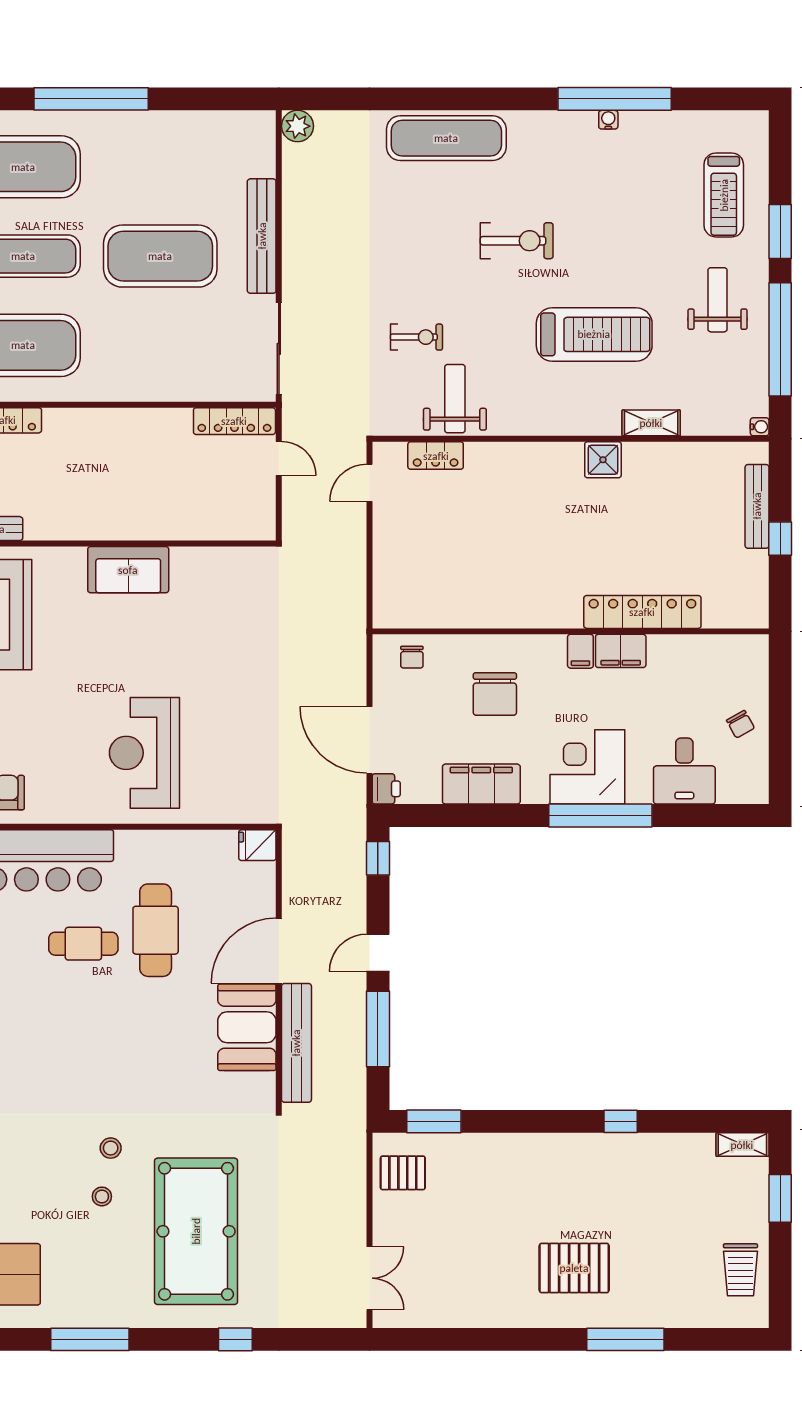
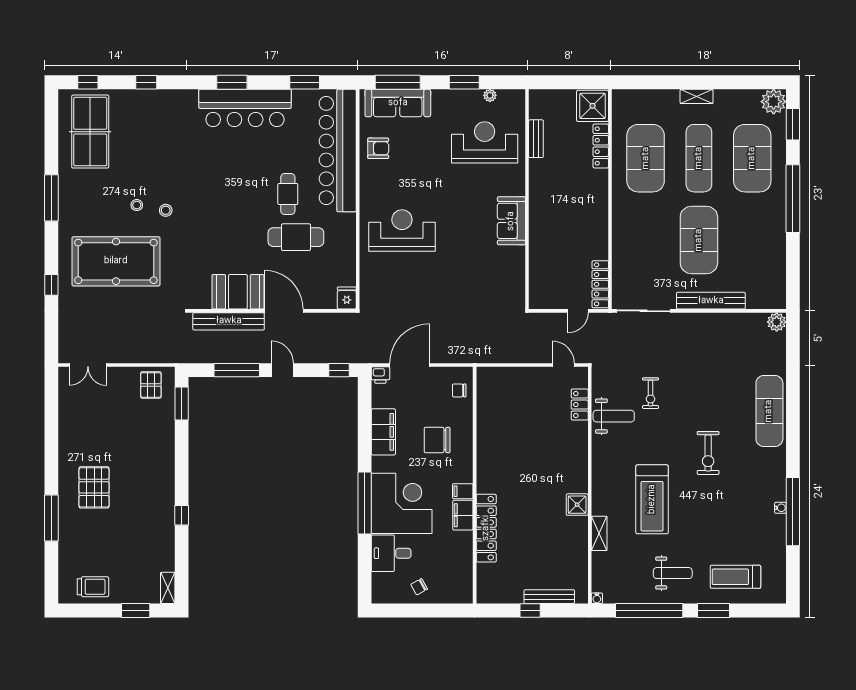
corner desk: (587, 767) -> (402, 503), width x1.36, depth x1.36
trolley: (740, 1270) -> (93, 587), turned 180

